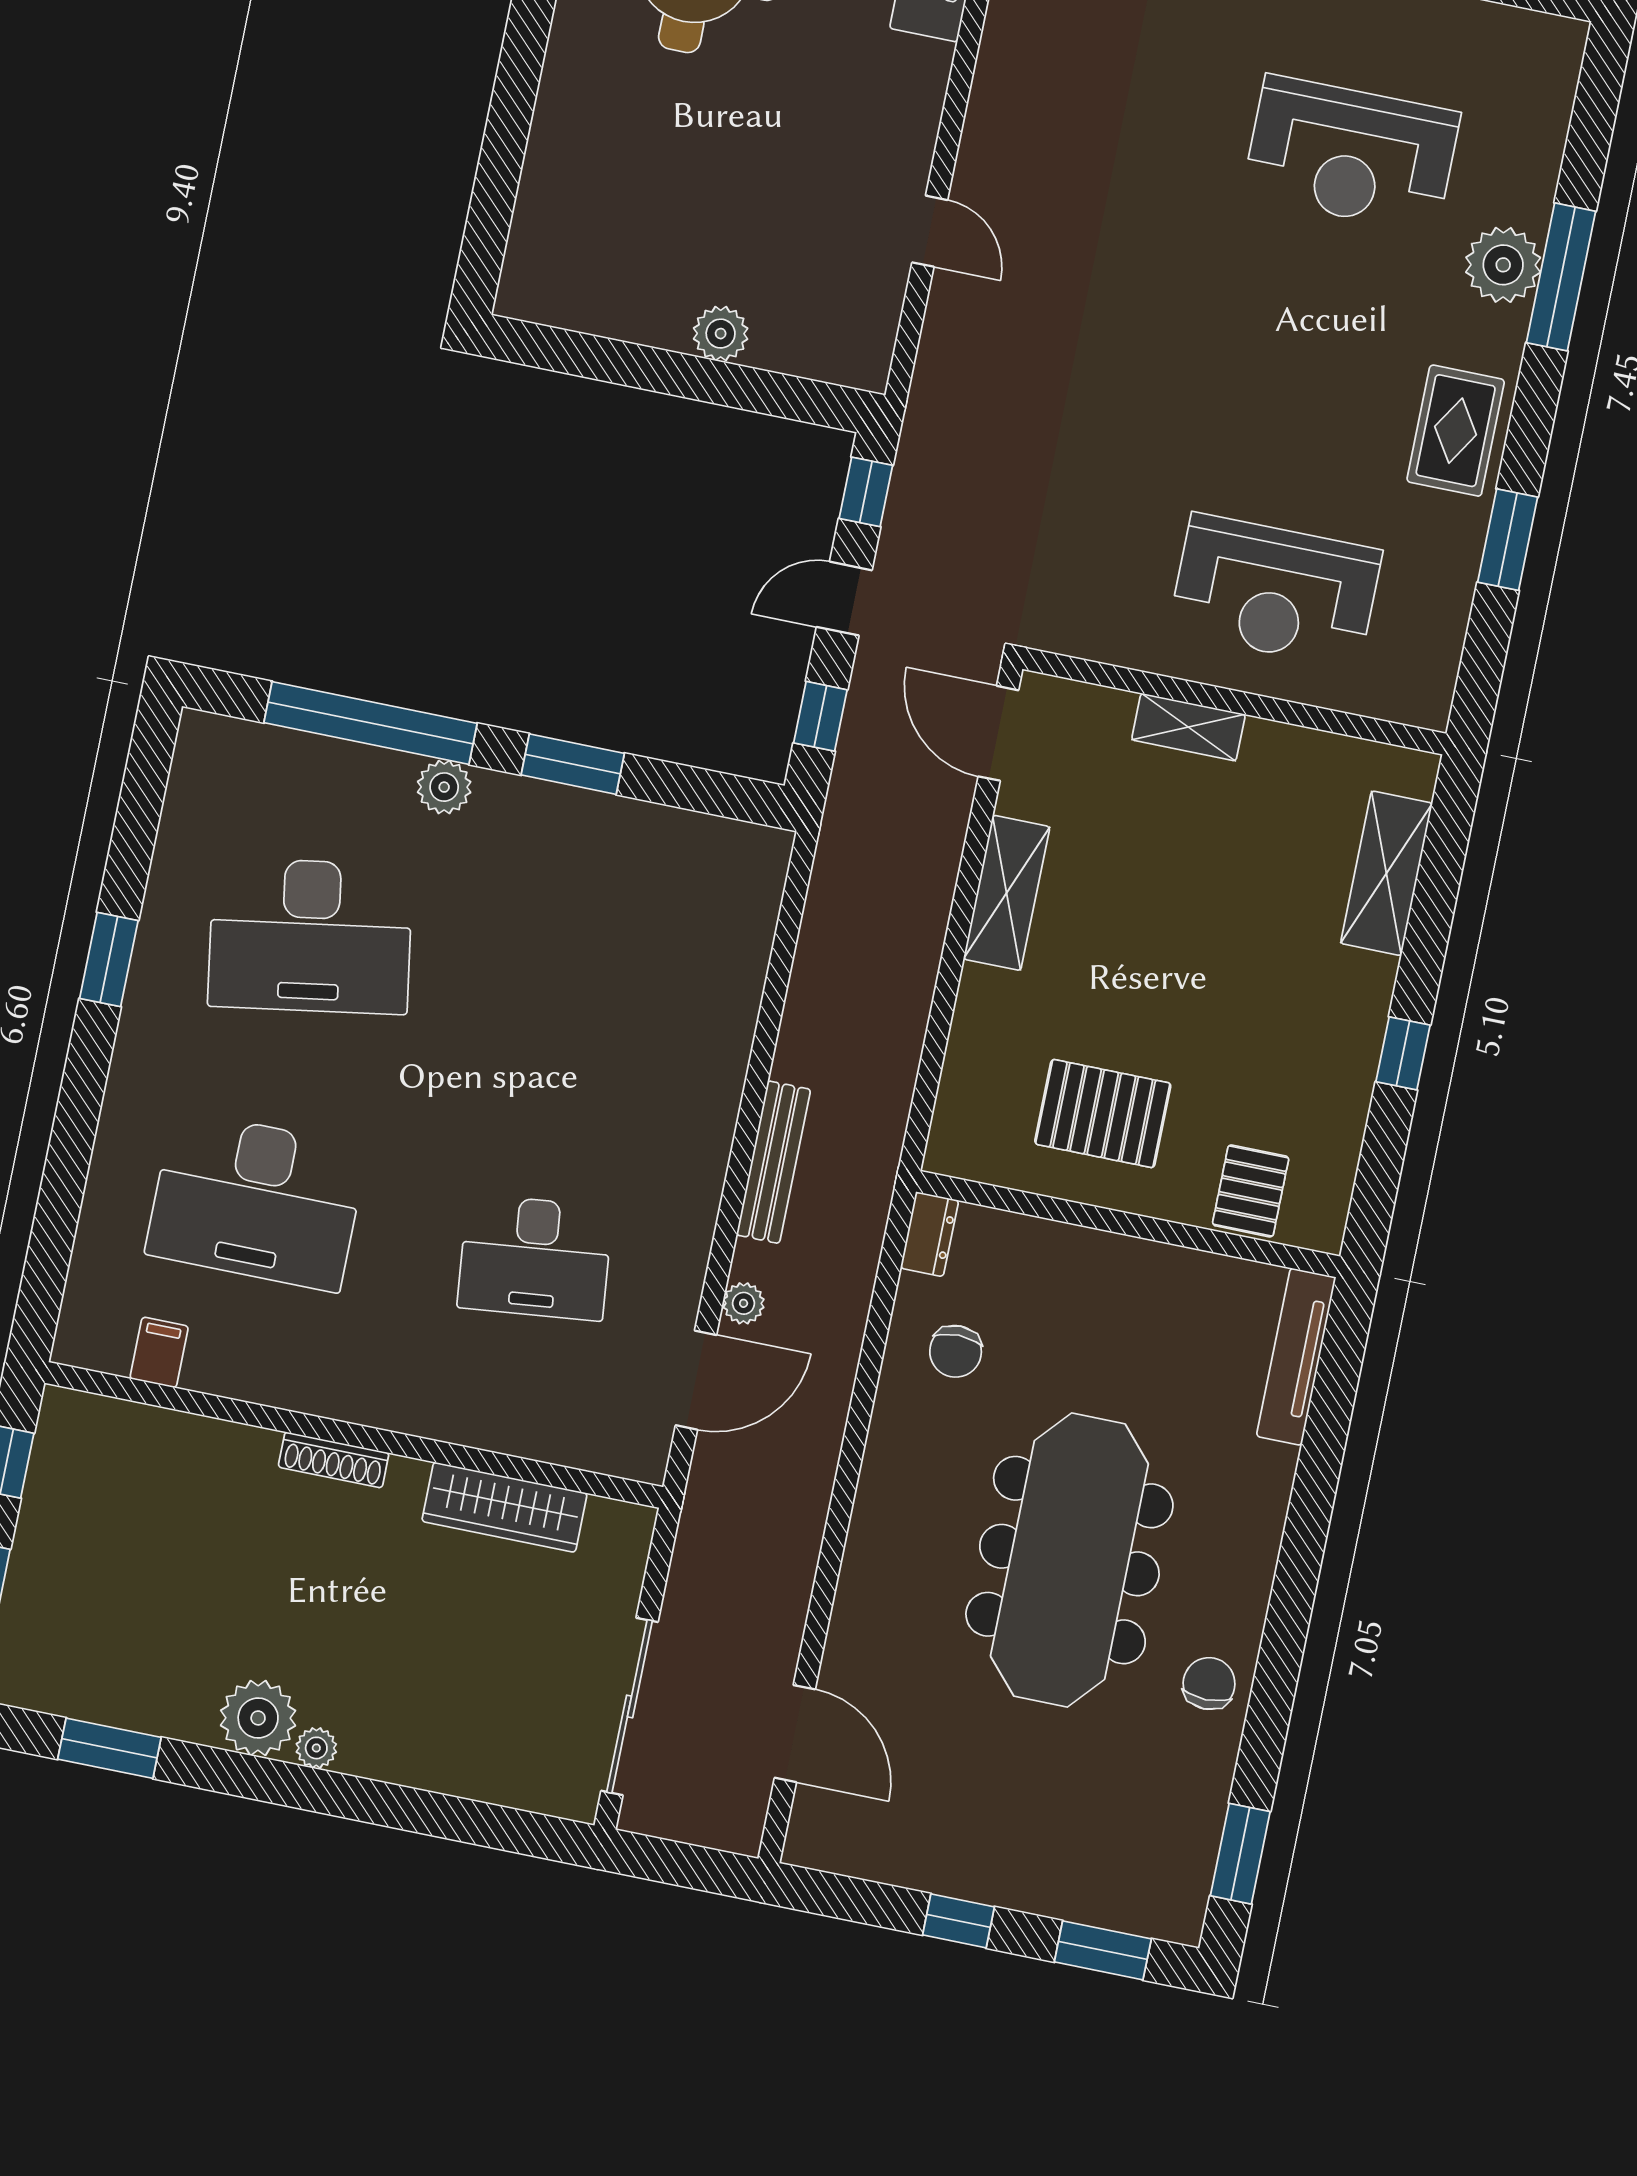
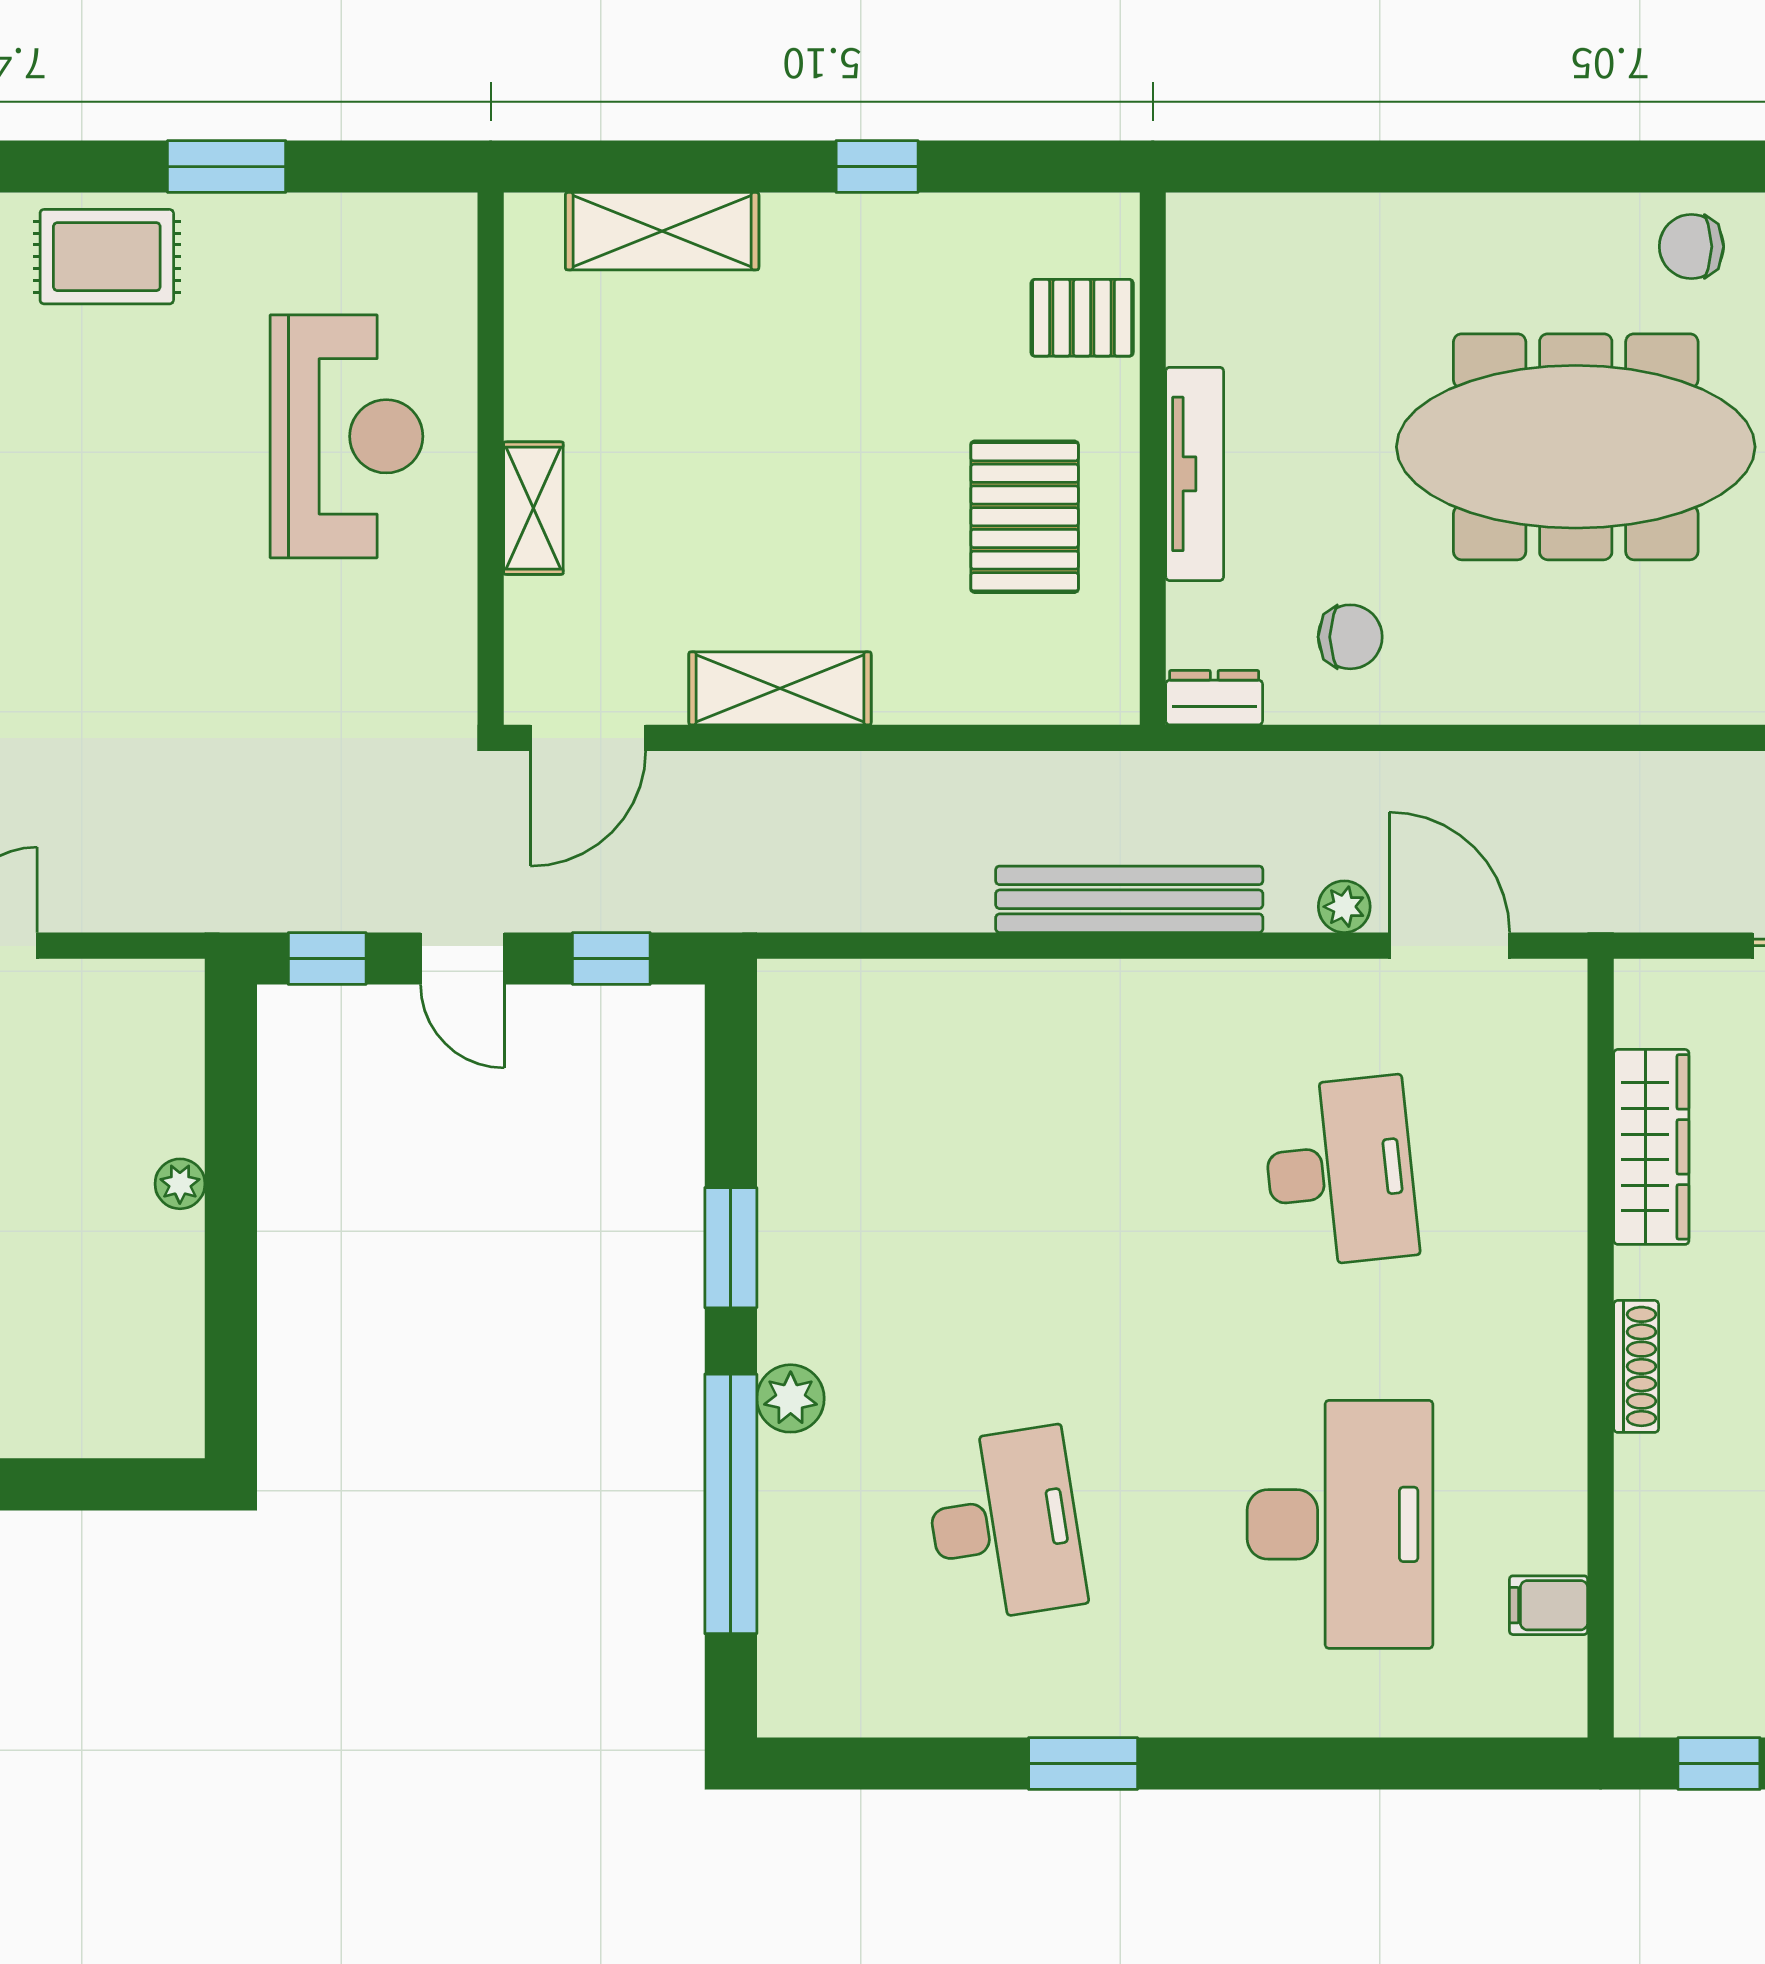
plant: (721, 334) -> (180, 1184), width x0.73, depth x0.73
desk: (310, 936) -> (1005, 1524), width x0.73, depth x0.77
bench: (773, 1162) -> (1129, 899), width x1.37, depth x1.21
tv unit: (1296, 1357) -> (1195, 474), moved, turned -90

